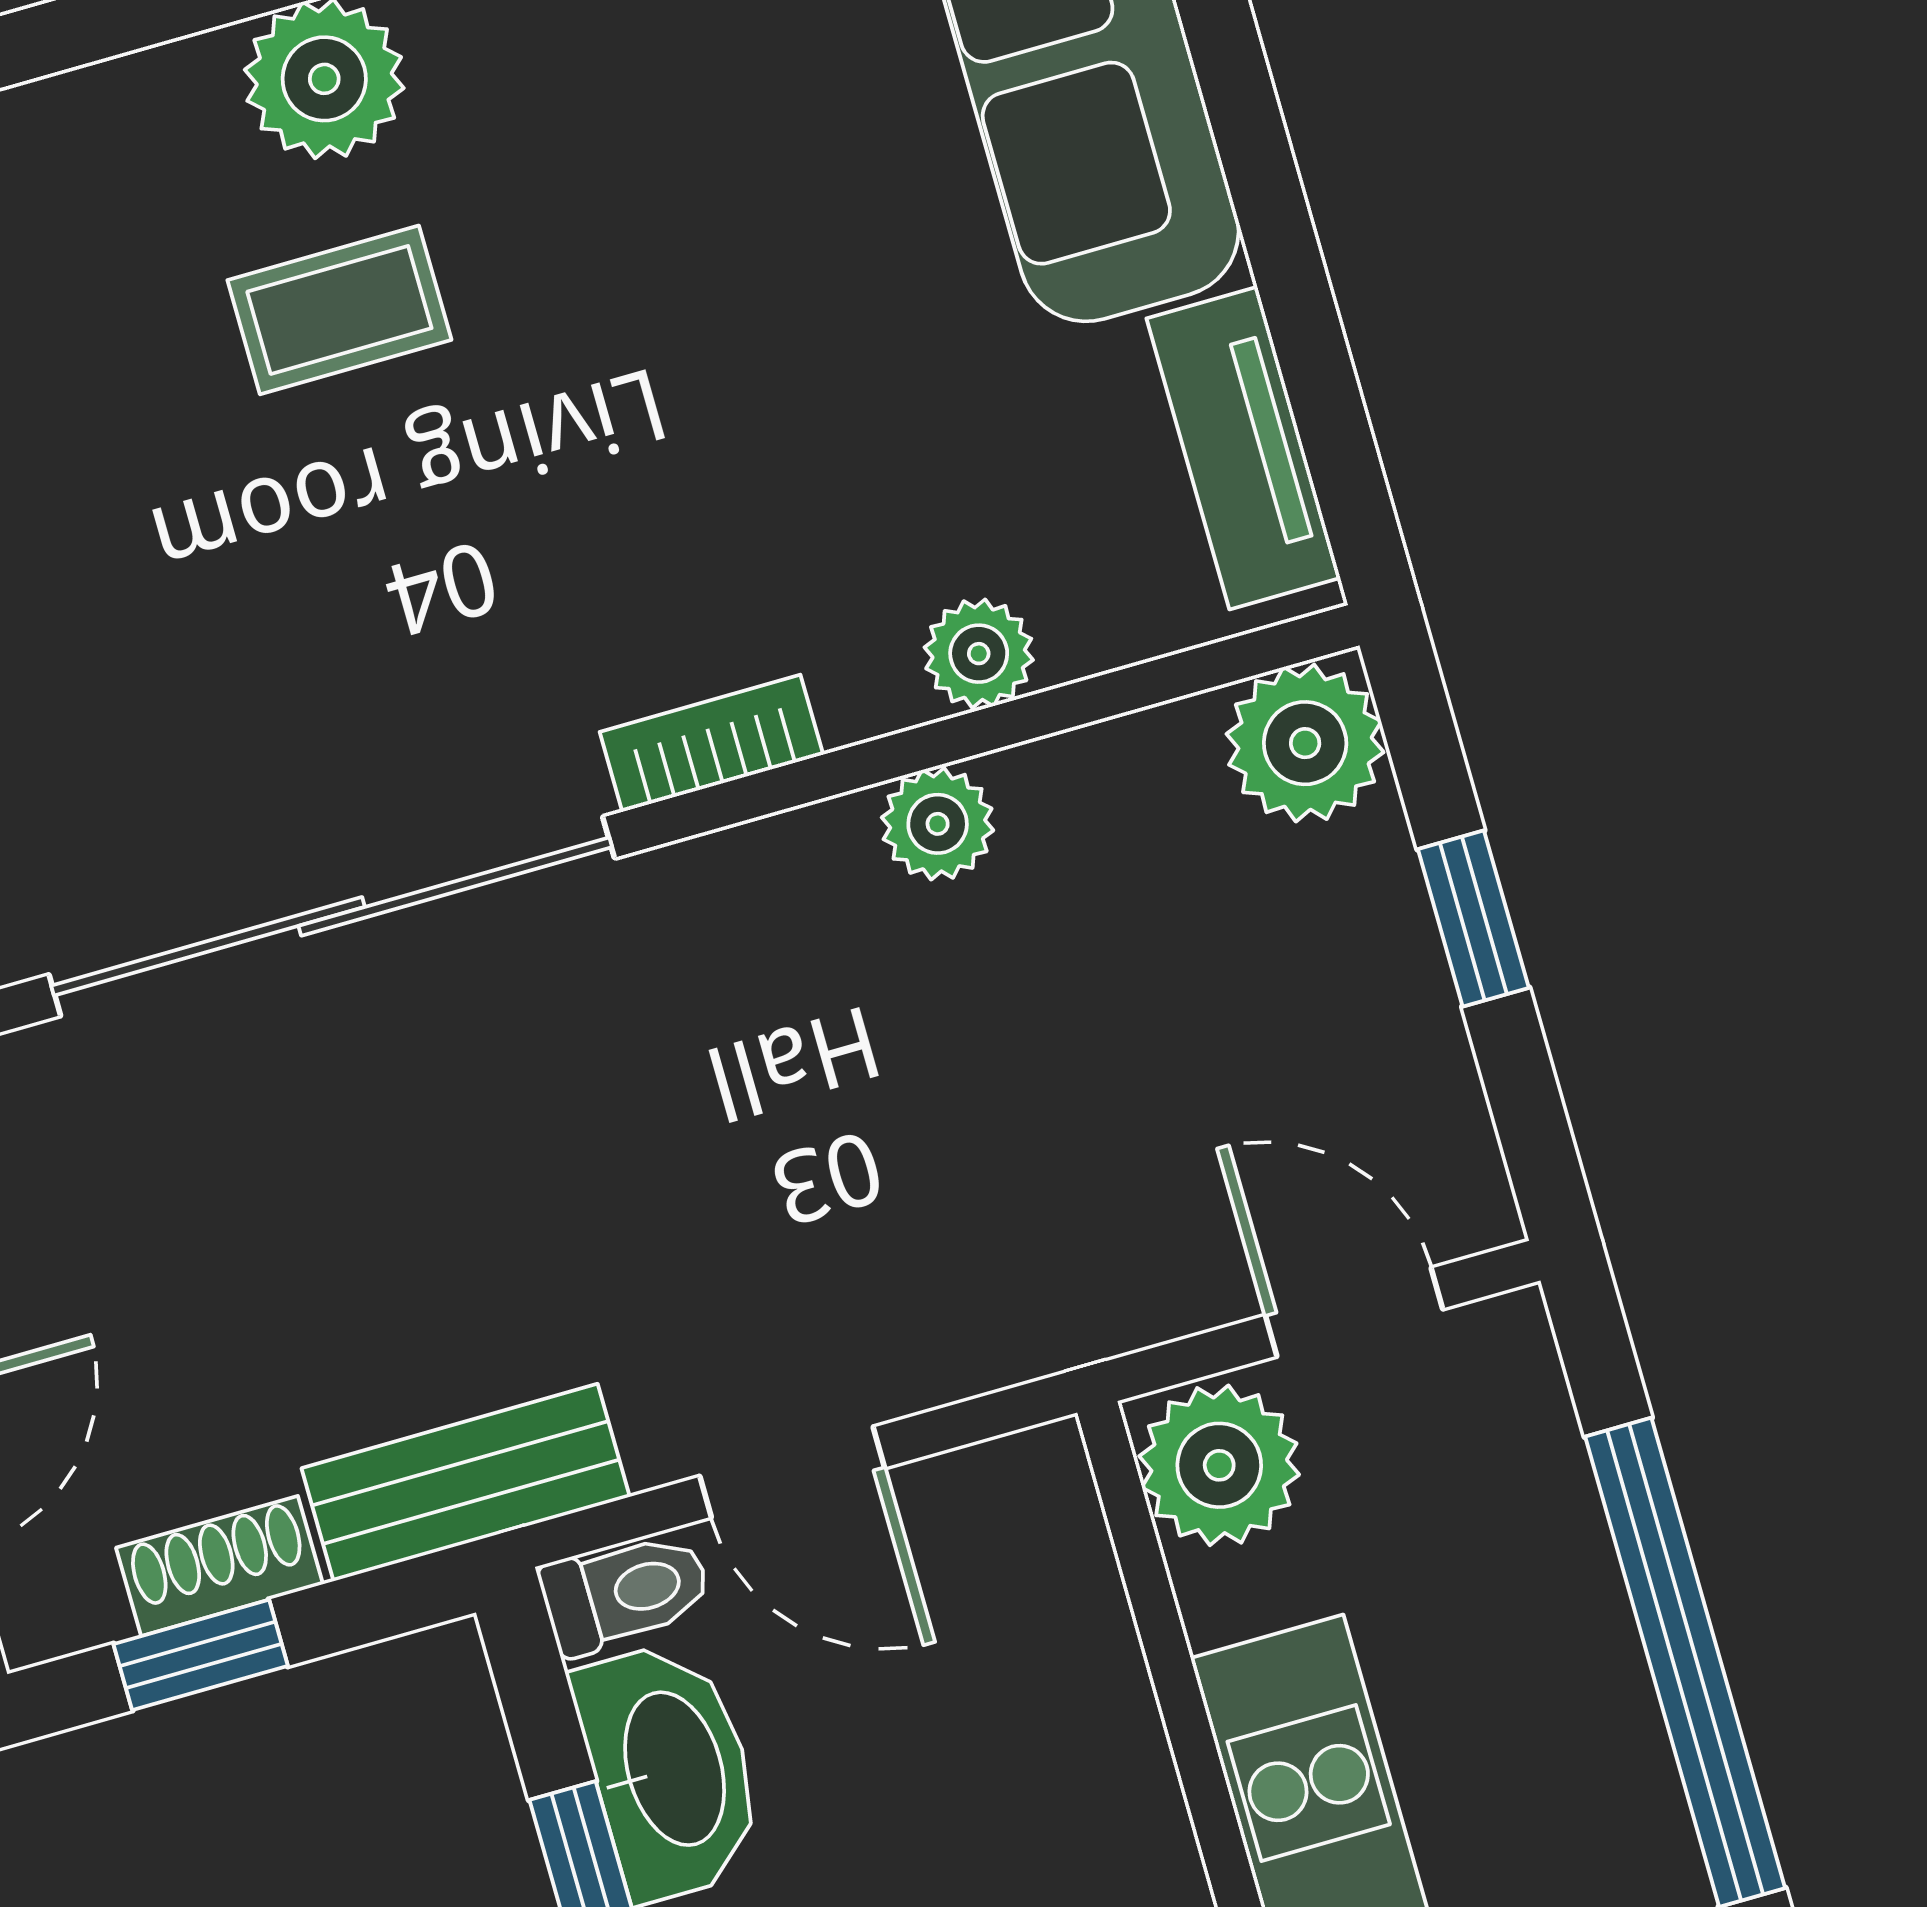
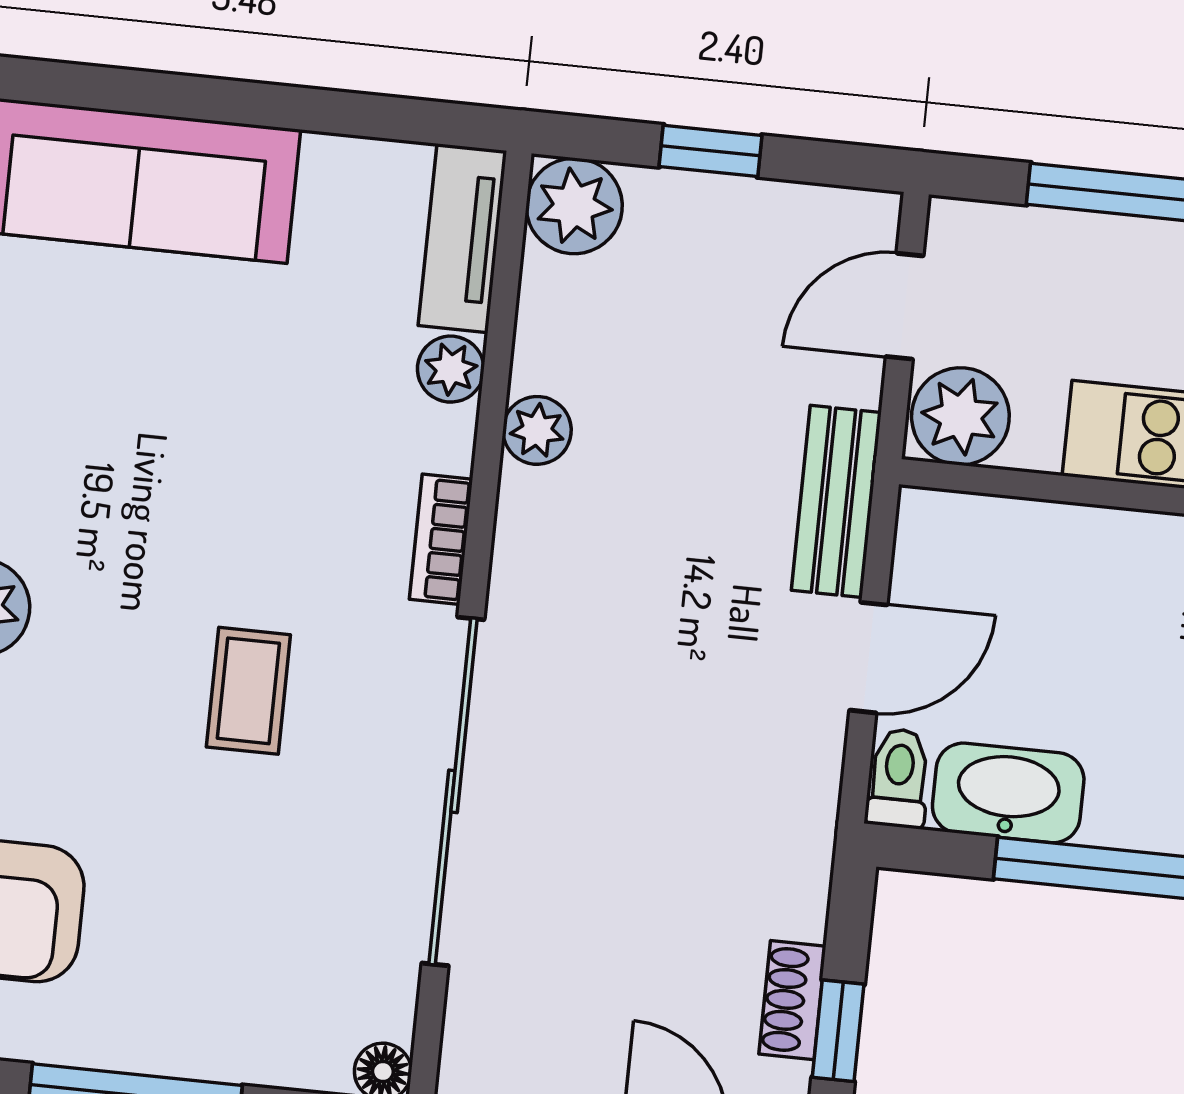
coffee table: (339, 310) -> (248, 691), moved
tv unit: (1243, 448) -> (462, 238), moved, turned 90
bench: (466, 1482) -> (836, 501), moved

